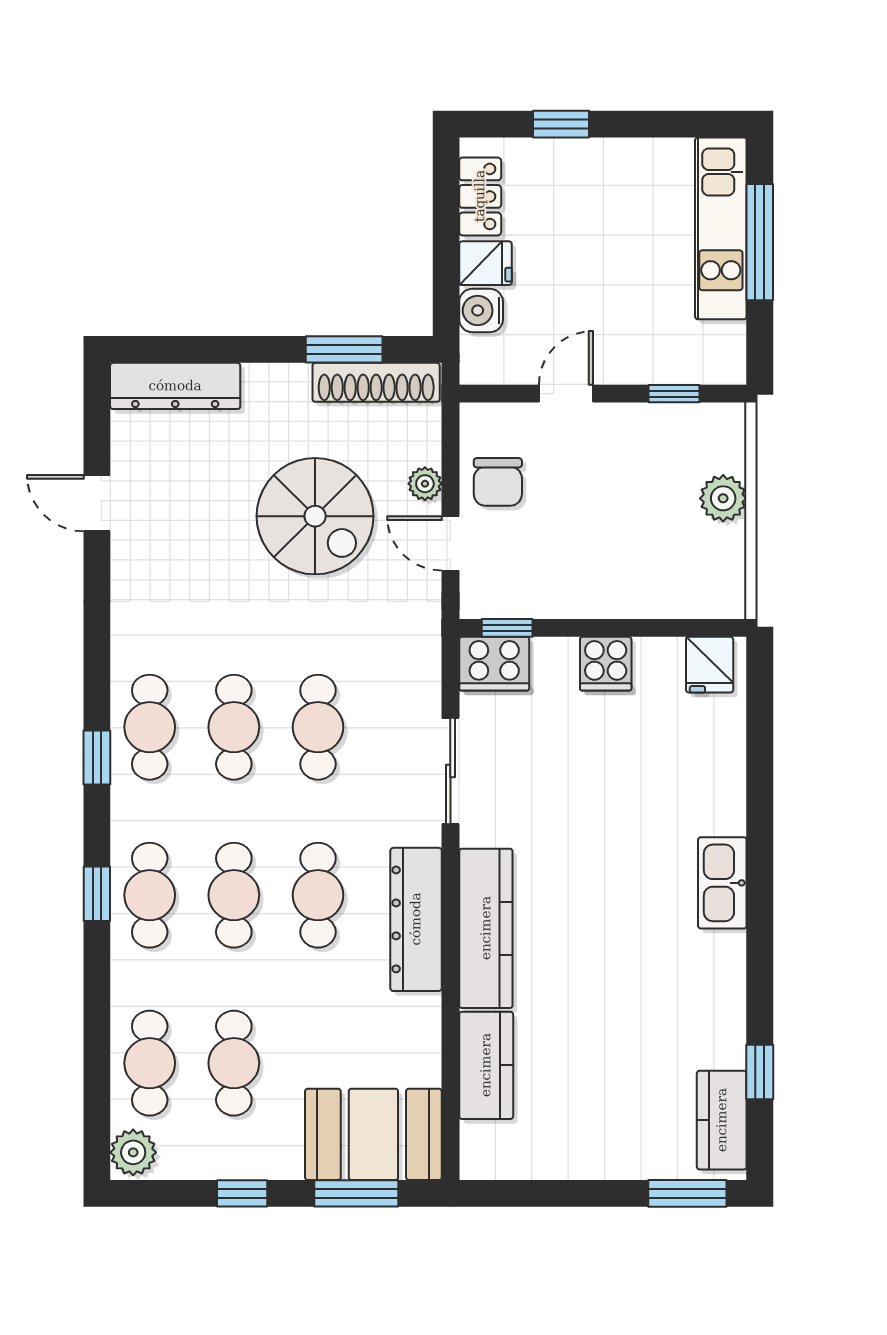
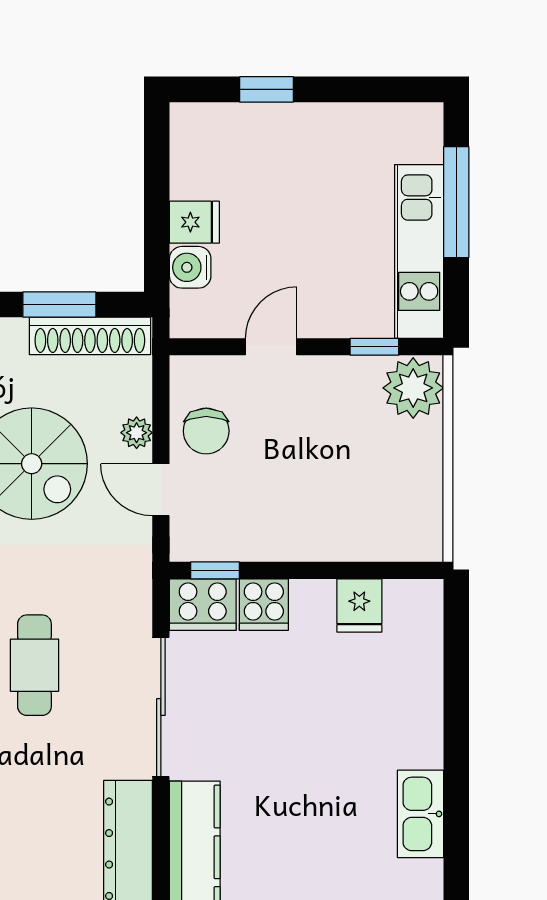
locker: (480, 196) -> (189, 158), removed
kitchen unit: (721, 228) -> (419, 251), moved
plant: (723, 498) -> (413, 388), moved, width x1.36, depth x1.36
cooker: (606, 664) -> (264, 605), moved
fridge: (710, 665) -> (359, 606), moved
sliding door: (450, 771) -> (161, 707), width x1.37
cafe table: (318, 895) -> (34, 826), removed

